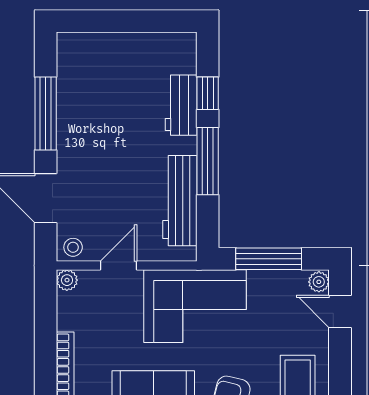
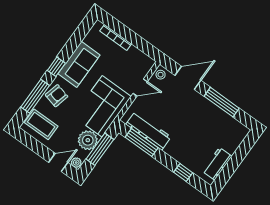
workbench: (181, 105) -> (217, 164), moved, turned -90
window: (208, 161) -> (142, 142), moved
door: (118, 265) -> (140, 88), hinge flipped
plant: (67, 280) -> (88, 140), moved, width x1.88, depth x1.88

